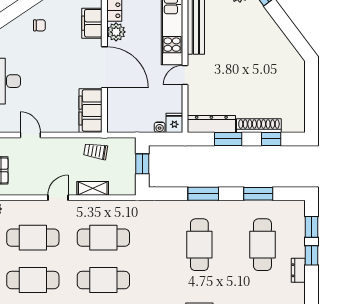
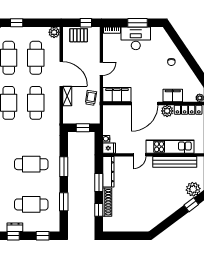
door: (185, 75) -> (140, 155), swing flipped
door: (30, 135) -> (101, 69), moved
door: (58, 198) -> (61, 74), width x1.88
window: (312, 255) -> (13, 236), moved

